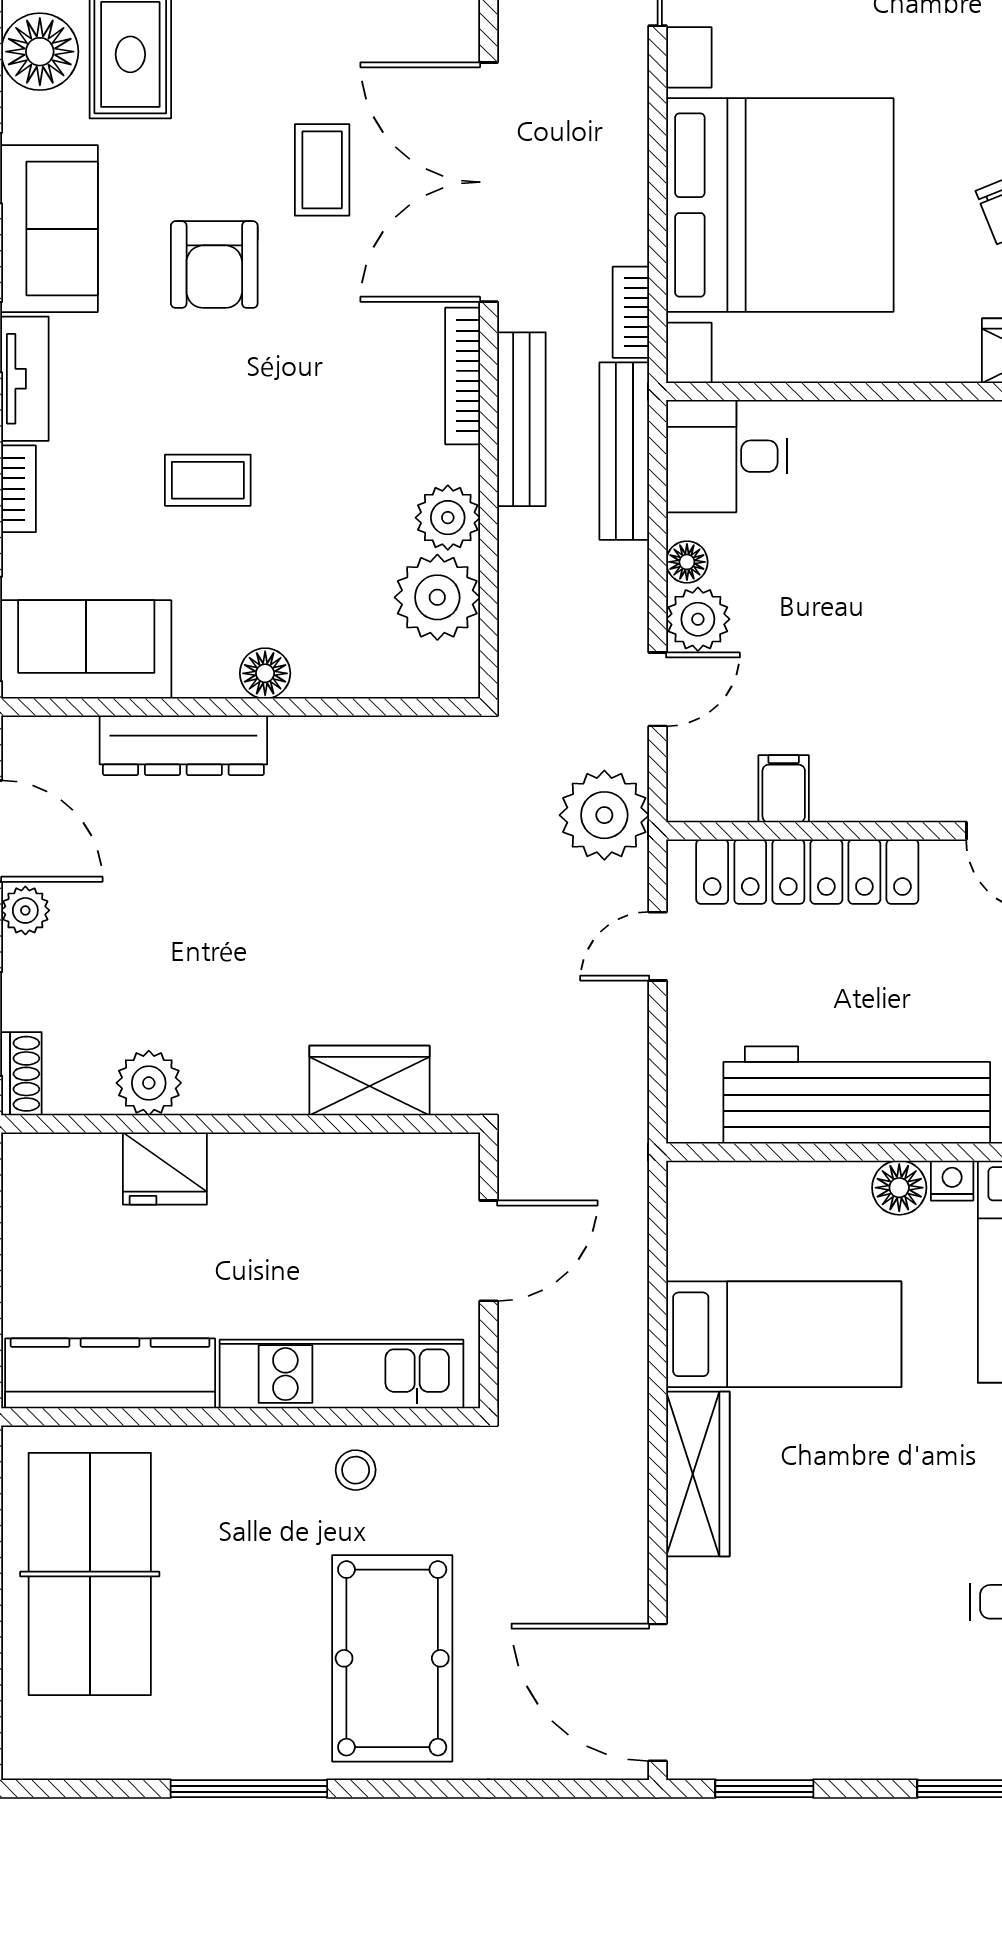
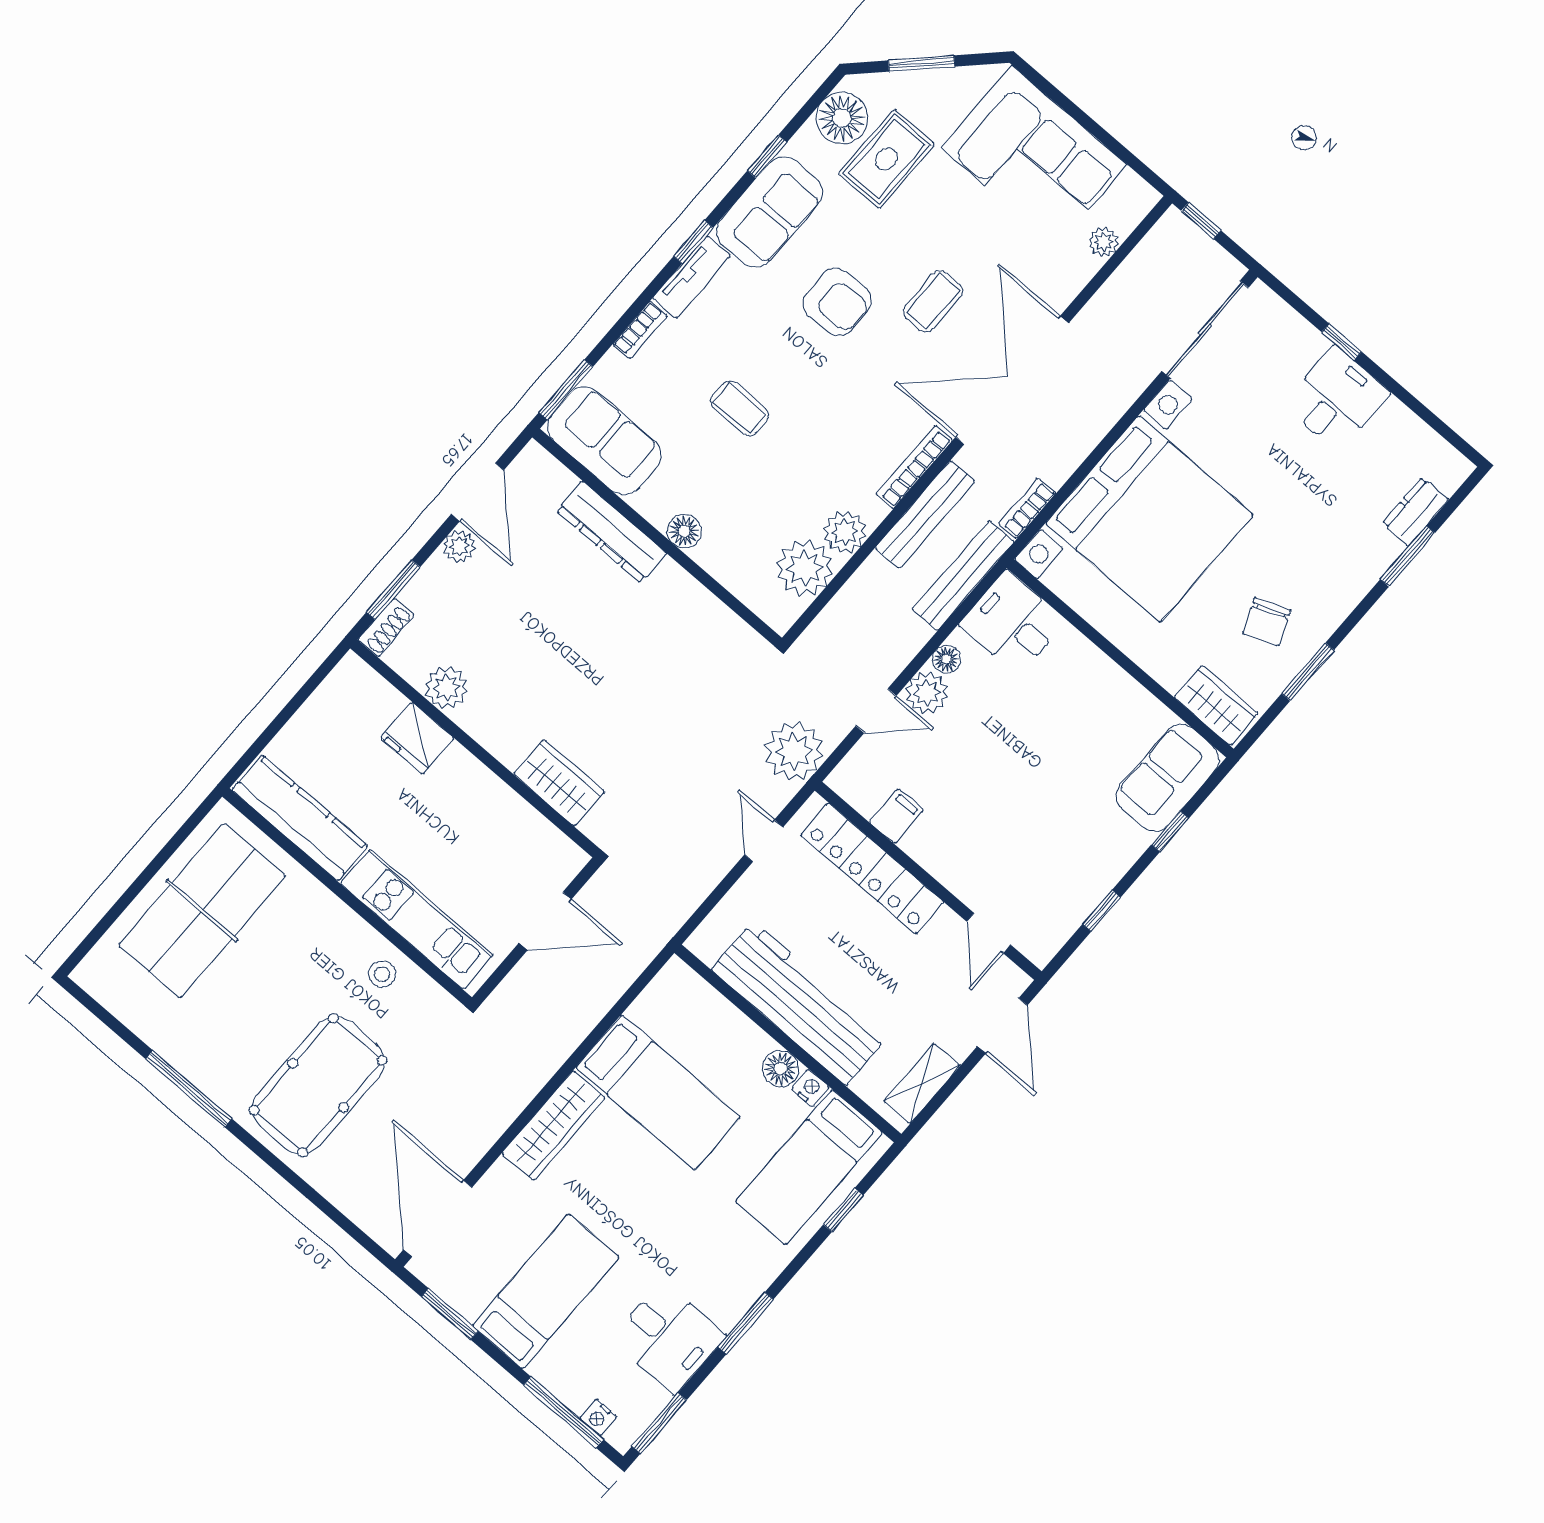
armchair: (214, 265) -> (837, 302), turned -92
door: (658, 946) -> (764, 841), hinge flipped
bed: (851, 1669) -> (546, 1291), added

